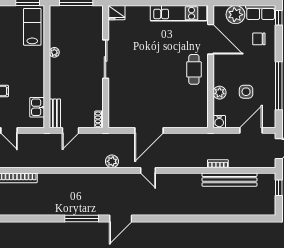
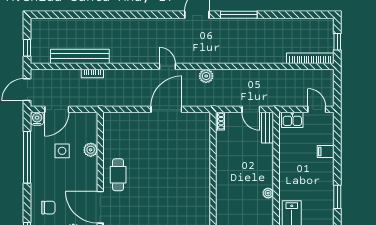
sliding door: (106, 59) -> (213, 186), removed
kitchen sink: (37, 107) -> (292, 120), moved, turned 90
water cooler: (219, 122) -> (37, 119), moved
door: (70, 130) -> (251, 109), swing flipped

